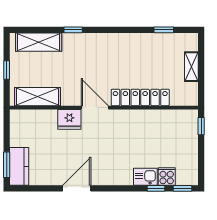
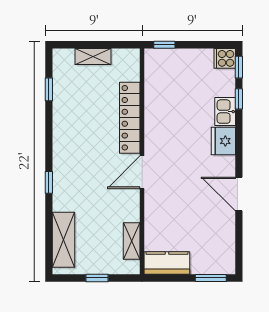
window: (73, 30) -> (49, 182), moved
shelving: (38, 97) -> (132, 241), width x0.67, depth x0.75
fridge: (69, 119) -> (223, 141), moved, turned 180
kitchen counter: (19, 166) -> (167, 263), moved
cooker: (167, 176) -> (225, 58), moved

